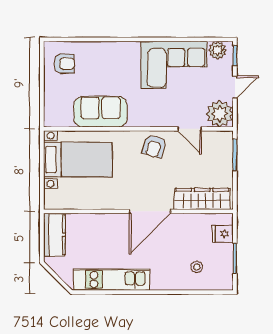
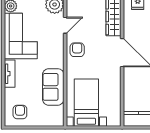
tv unit: (120, 49) -> (10, 74), added
armchair: (154, 146) -> (77, 50), turned -107

